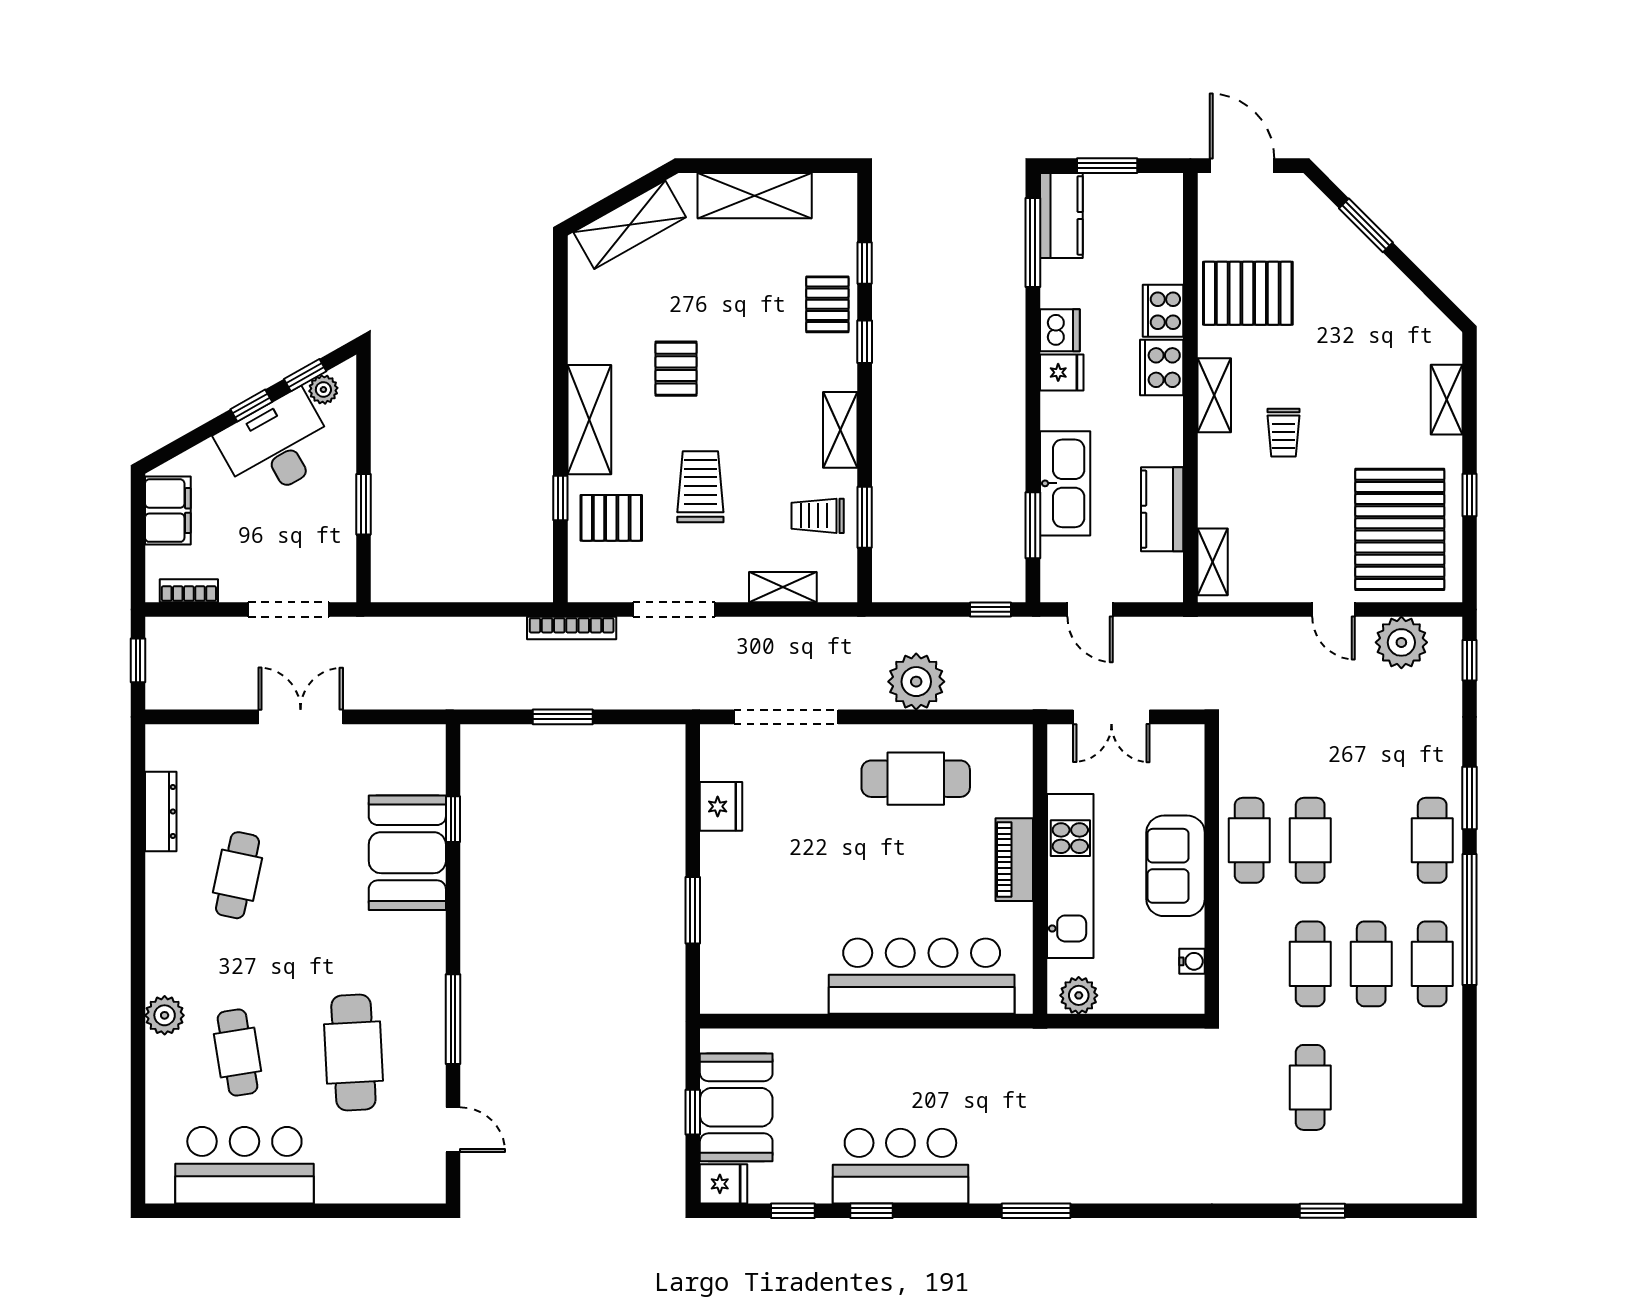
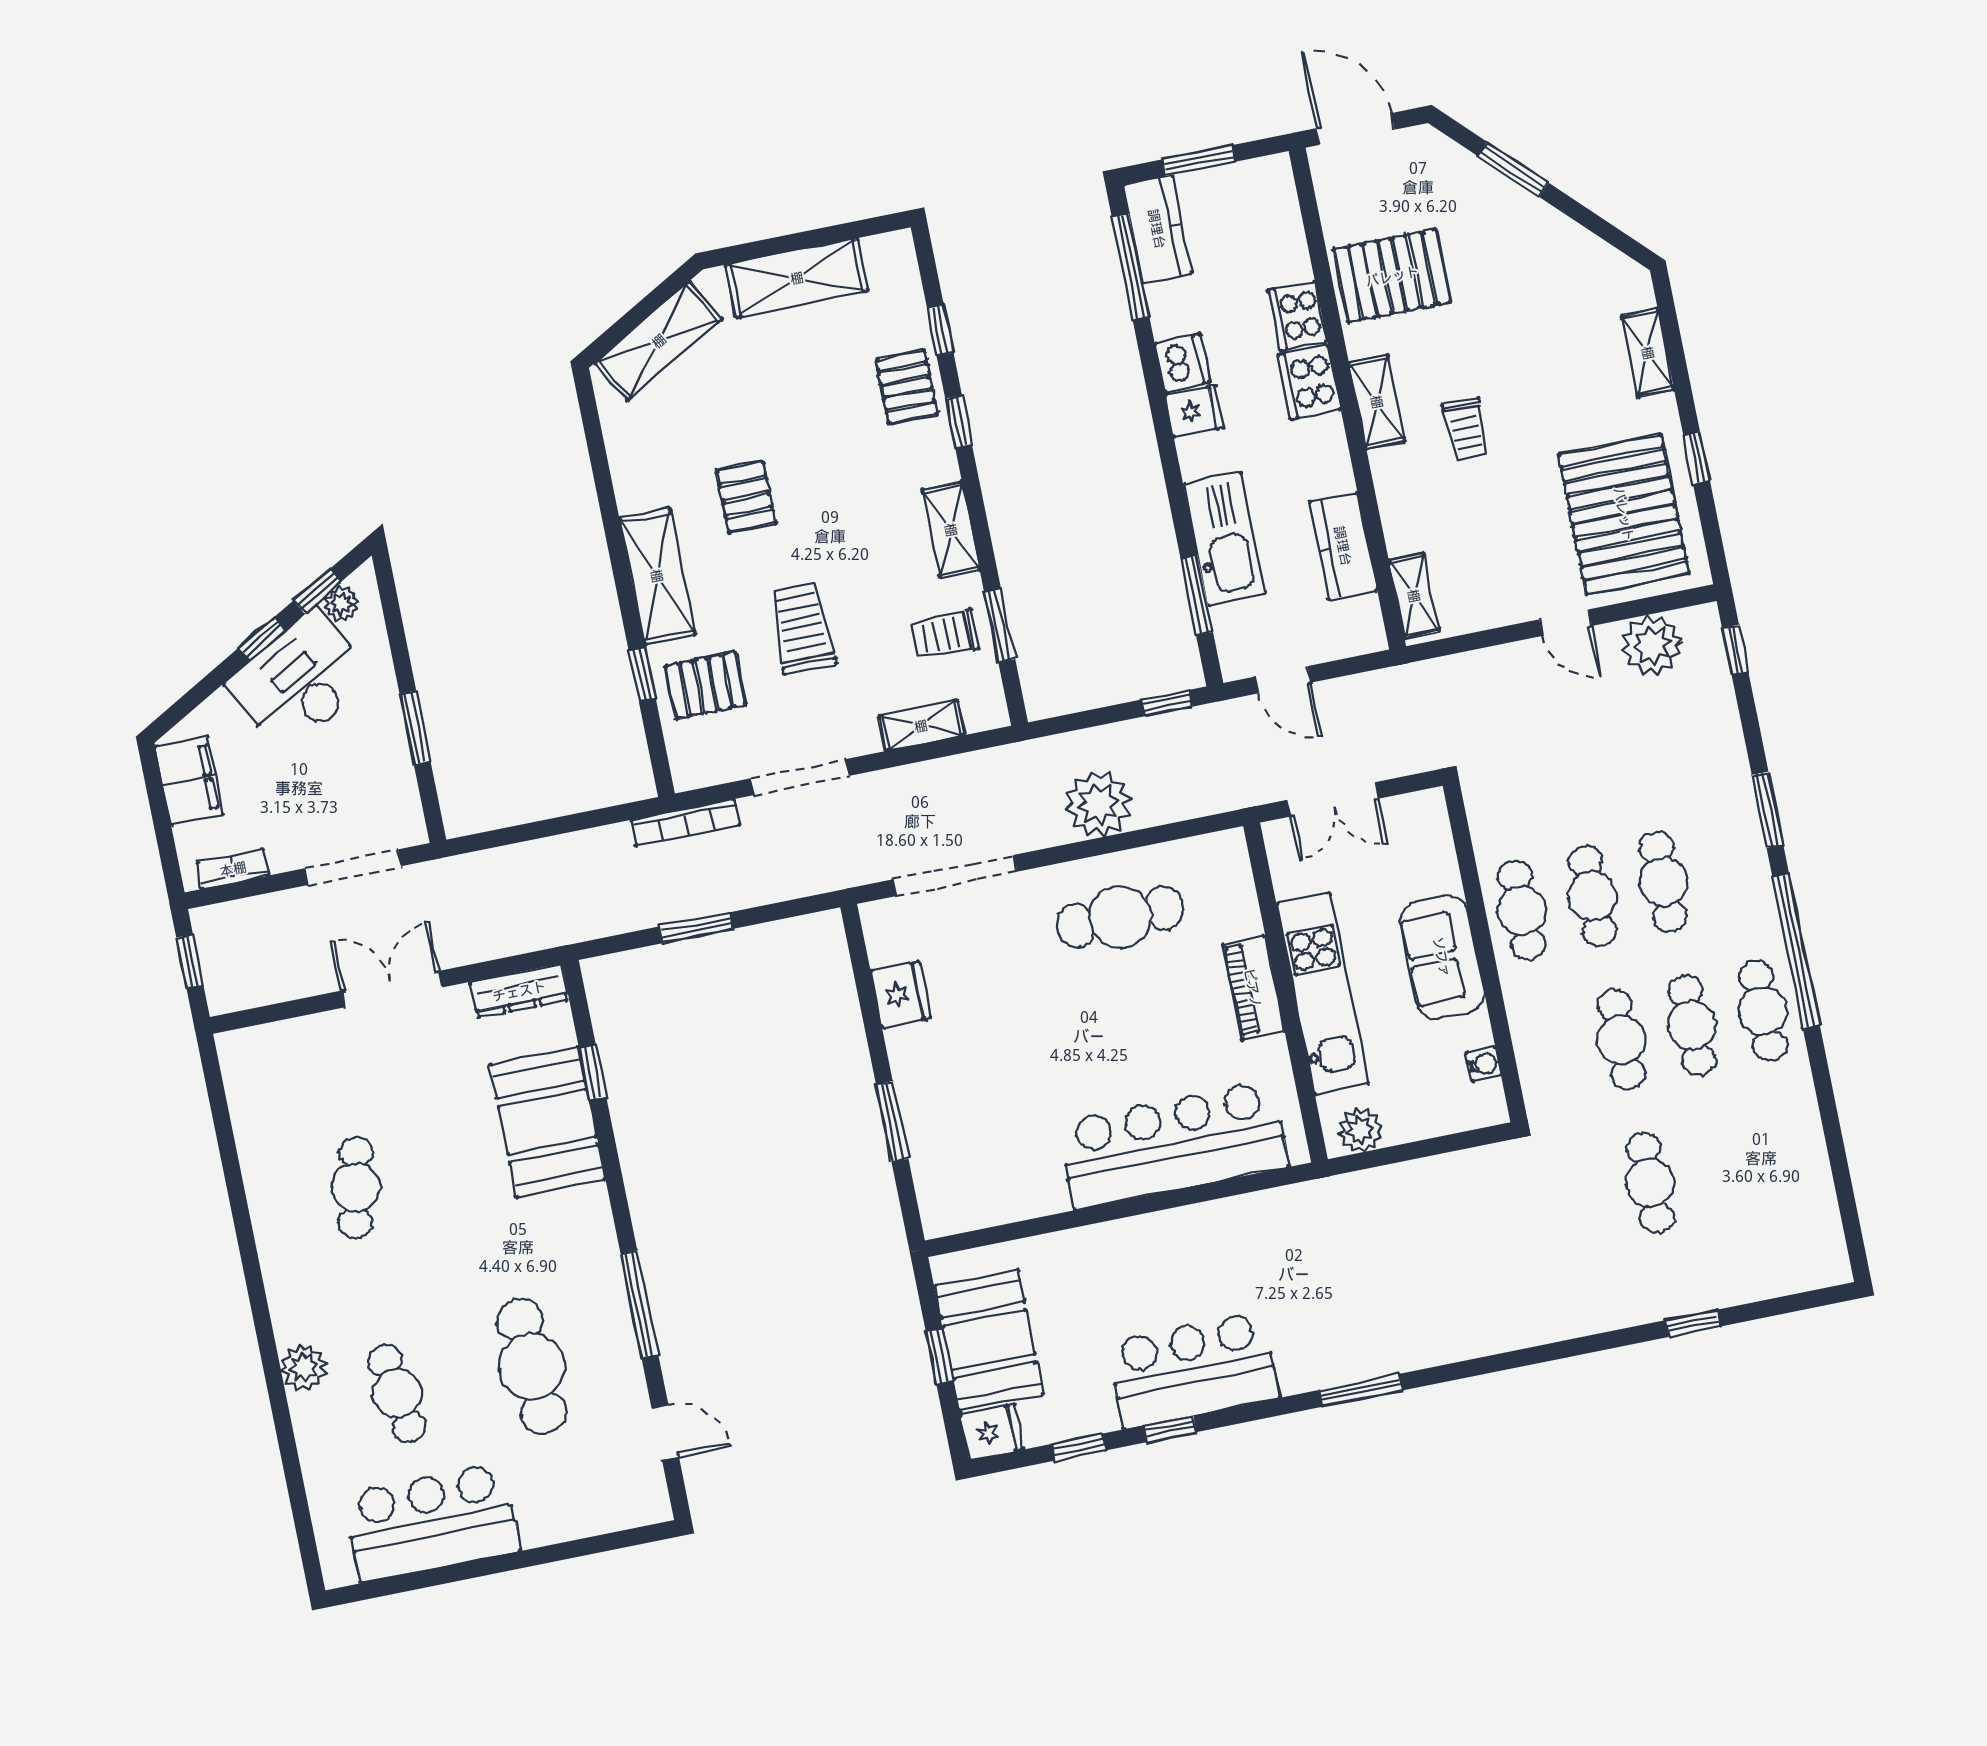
dresser: (161, 812) -> (519, 991), moved, turned 90
cafe table: (1432, 840) -> (1663, 882), moved

